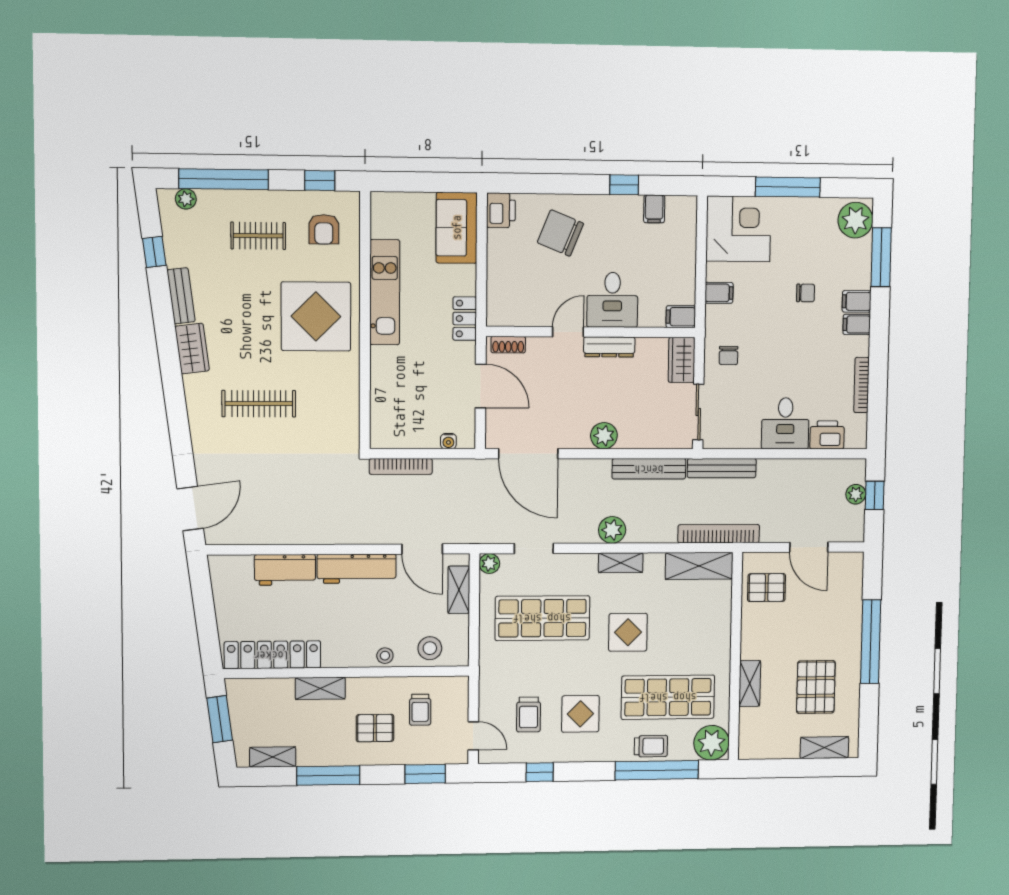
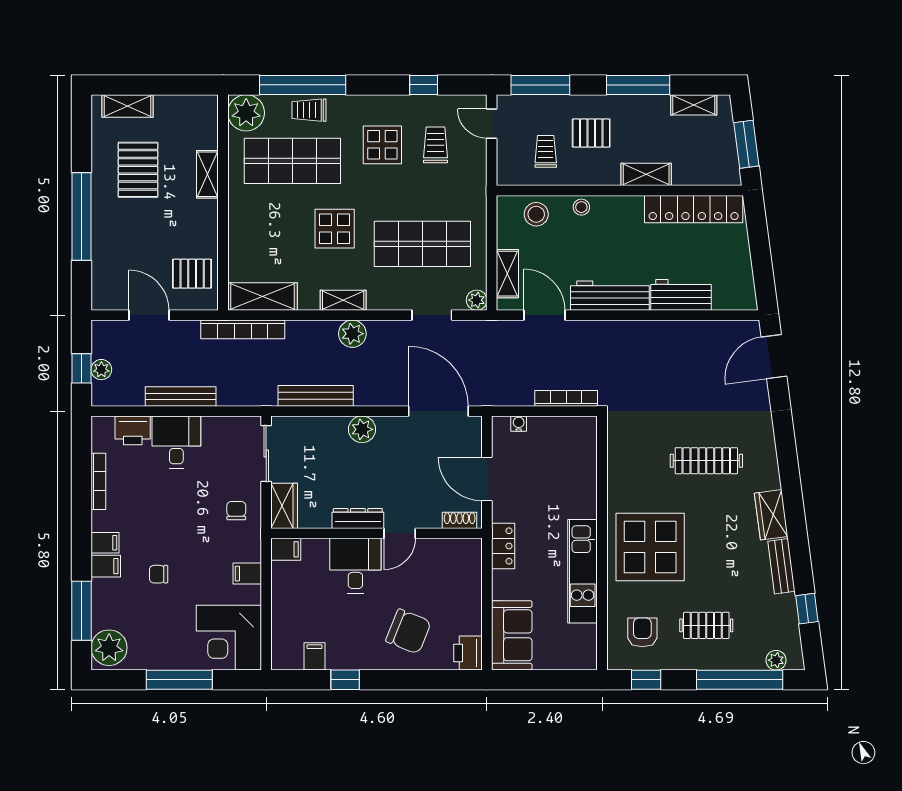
bench: (722, 468) -> (181, 396), moved
window: (425, 774) -> (540, 85), width x1.44

